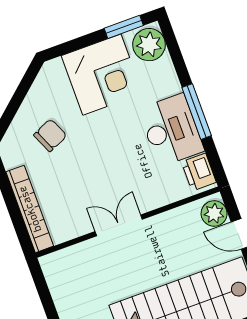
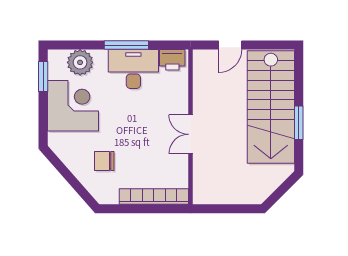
plant: (149, 45) -> (80, 62), moved
chair: (50, 135) -> (104, 161), turned -66
plant: (214, 214) -> (207, 60), removed

